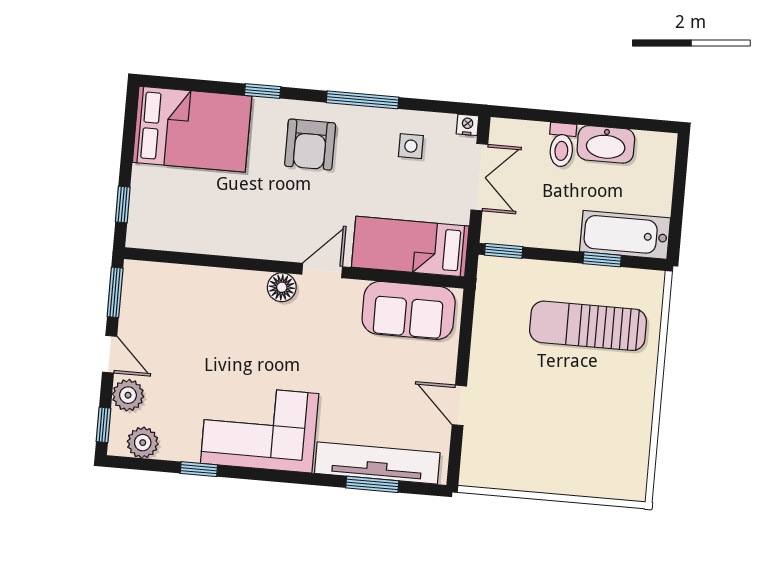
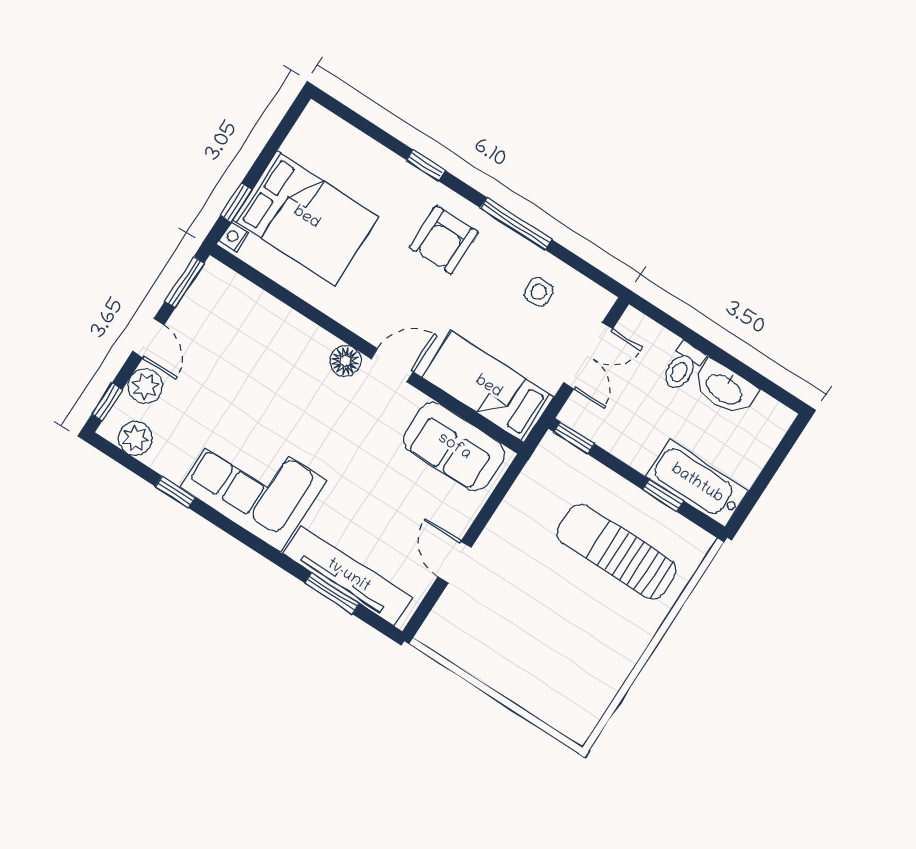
nightstand: (467, 125) -> (234, 237), moved, turned -90
bed: (192, 129) -> (306, 218), moved

